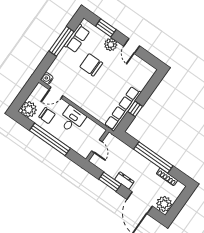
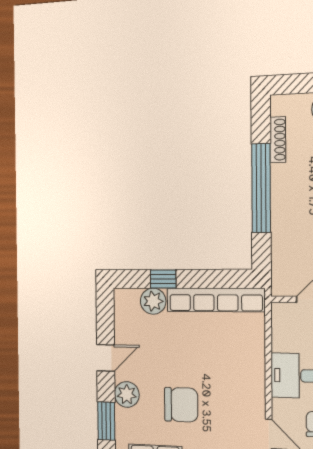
chair: (91, 65) -> (181, 405), turned -90
plant: (140, 83) -> (153, 301), added
window: (135, 109) -> (163, 279), moved

